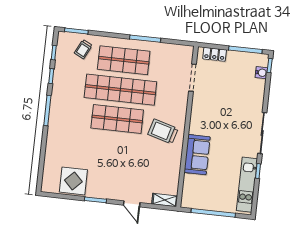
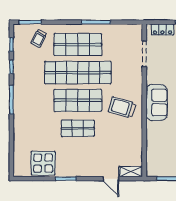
shop shelf: (114, 148) -> (78, 128), added
sofa: (197, 155) -> (157, 103), moved
door: (132, 204) -> (111, 179), moved

